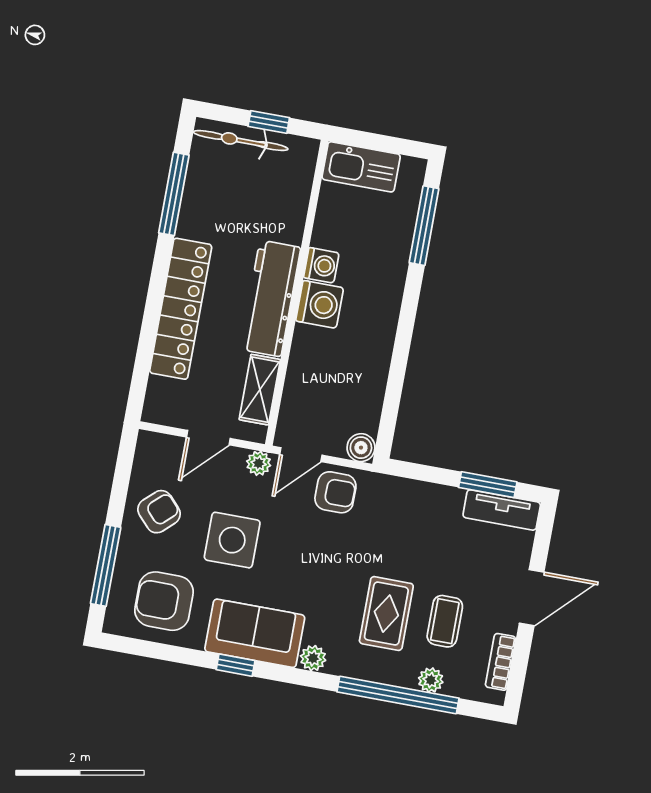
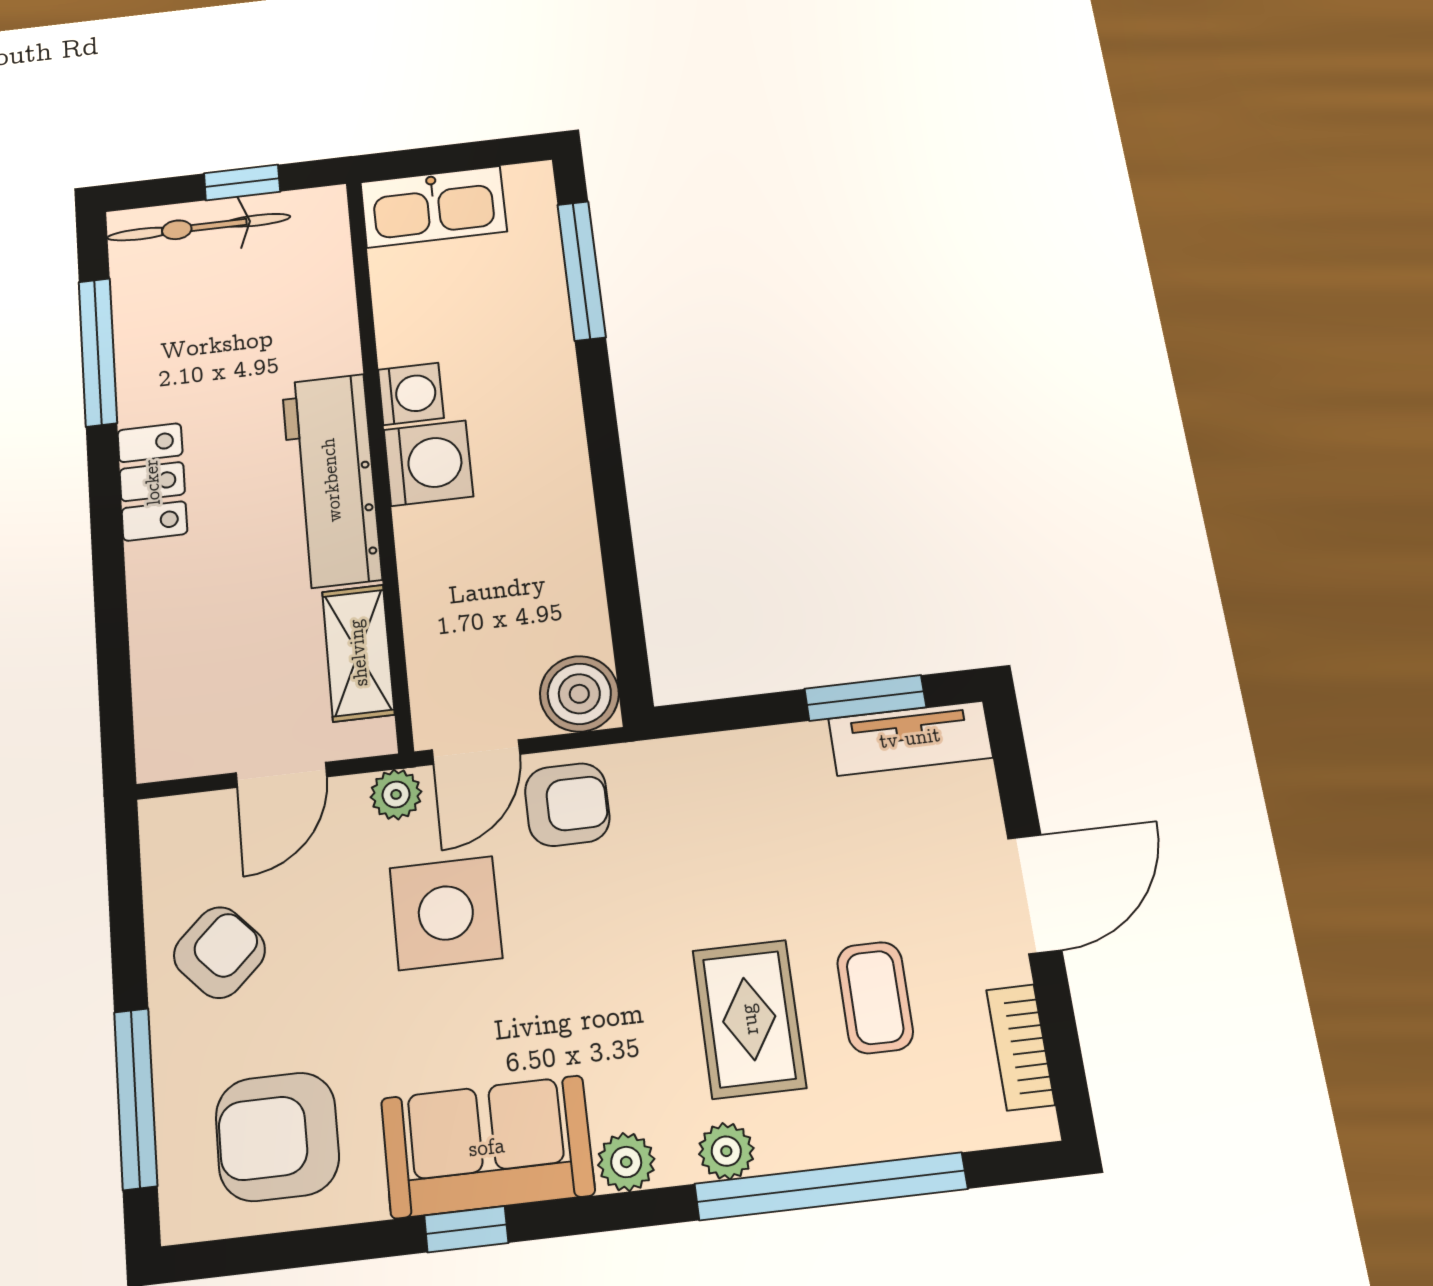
locker: (181, 309) -> (152, 482), width x0.46, depth x0.83
boiler: (361, 448) -> (579, 694), width x1.36, depth x1.36
side table: (232, 540) -> (446, 913), moved
plant: (431, 680) -> (726, 1151), moved

